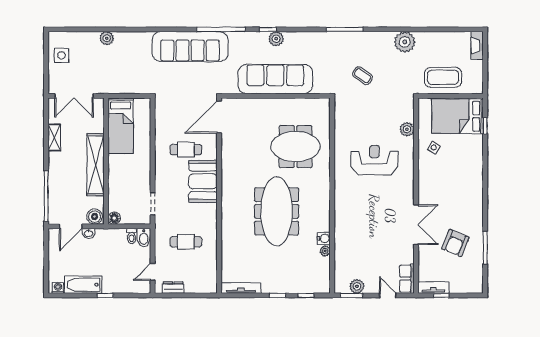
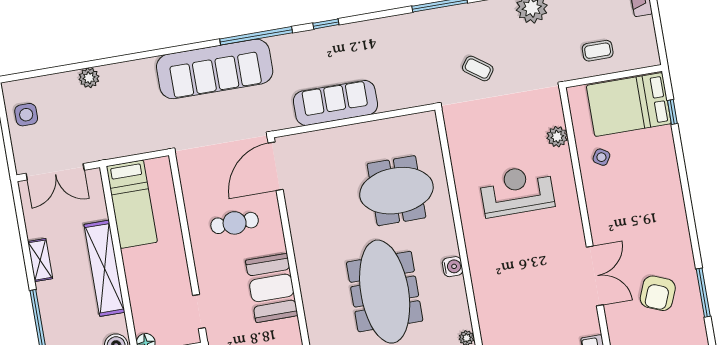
plant: (276, 39) -> (340, 36), removed
coffee table: (443, 77) -> (598, 51), width x0.54, depth x0.58
sofa: (275, 79) -> (335, 103), width x0.74, depth x0.79
shelving: (54, 137) -> (40, 260), moved
booth: (203, 181) -> (272, 288), moved
water cooler: (324, 238) -> (453, 267), moved

